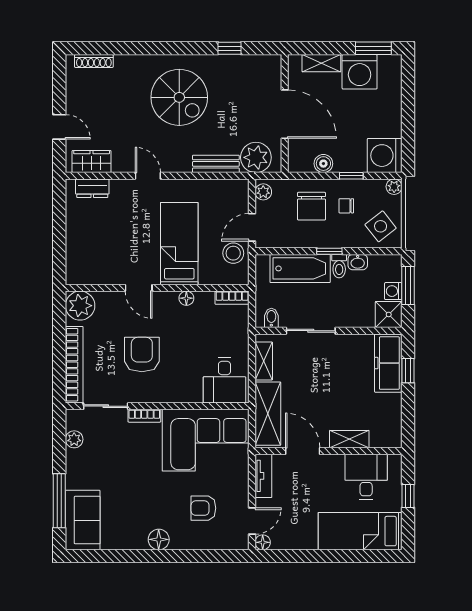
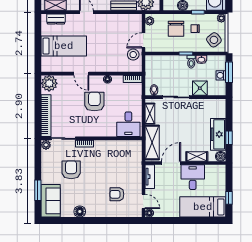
bed: (179, 244) -> (64, 46), moved, turned 90
bathtub: (300, 268) -> (170, 63), removed
shower: (389, 314) -> (200, 88), moved
armchair: (142, 354) -> (94, 102), moved
freezer: (388, 363) -> (218, 134), moved
window: (408, 371) -> (229, 138), moved
plant: (74, 439) -> (46, 145), moved
boiler: (393, 439) -> (221, 156), added
corner sofa: (206, 440) -> (118, 157), removed
door: (303, 451) -> (171, 163), hinge flipped
armchair: (120, 463) -> (71, 170), added
desk: (366, 477) -> (193, 177), moved
window: (408, 496) -> (229, 198), moved
window: (59, 501) -> (38, 190), width x0.69
door: (252, 521) -> (143, 201), hinge flipped
floor lamp: (159, 539) -> (80, 212), moved

